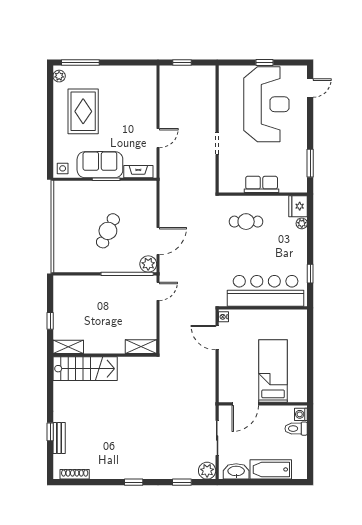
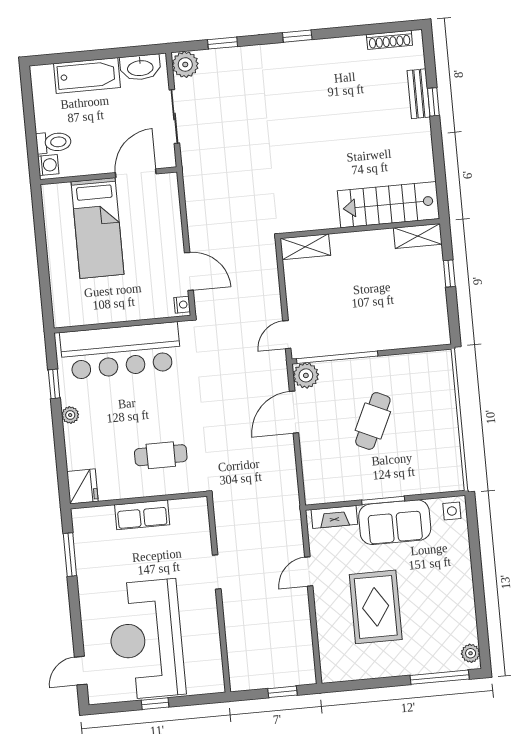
rug: (83, 111) -> (376, 607), moved
plant: (302, 223) -> (70, 415), moved

